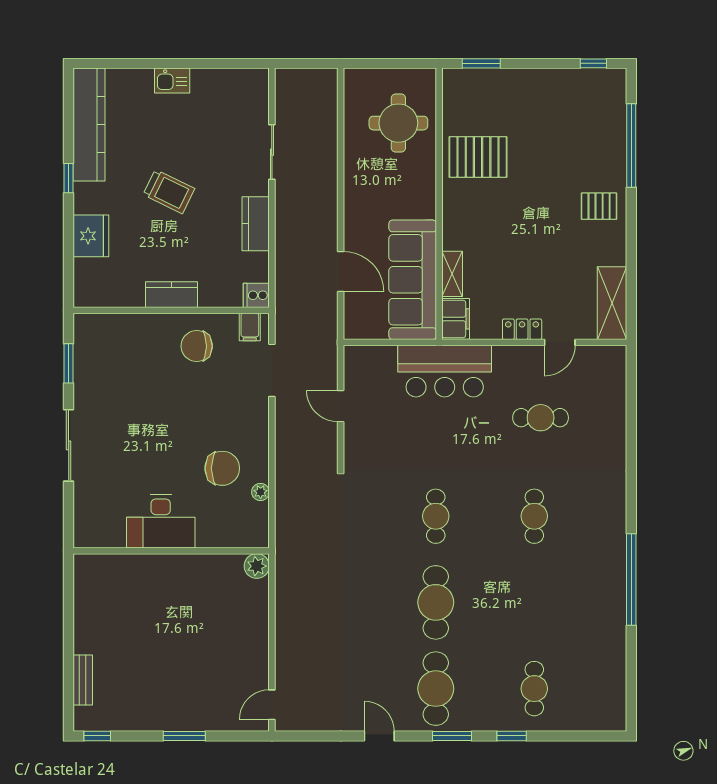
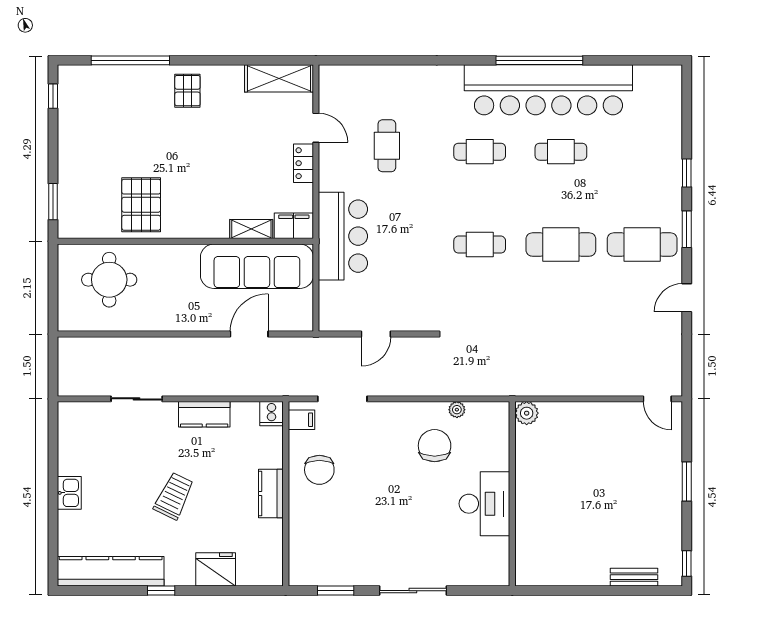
bar counter: (600, 589) -> (548, 90), added
cafe table: (534, 689) -> (561, 152), moved

